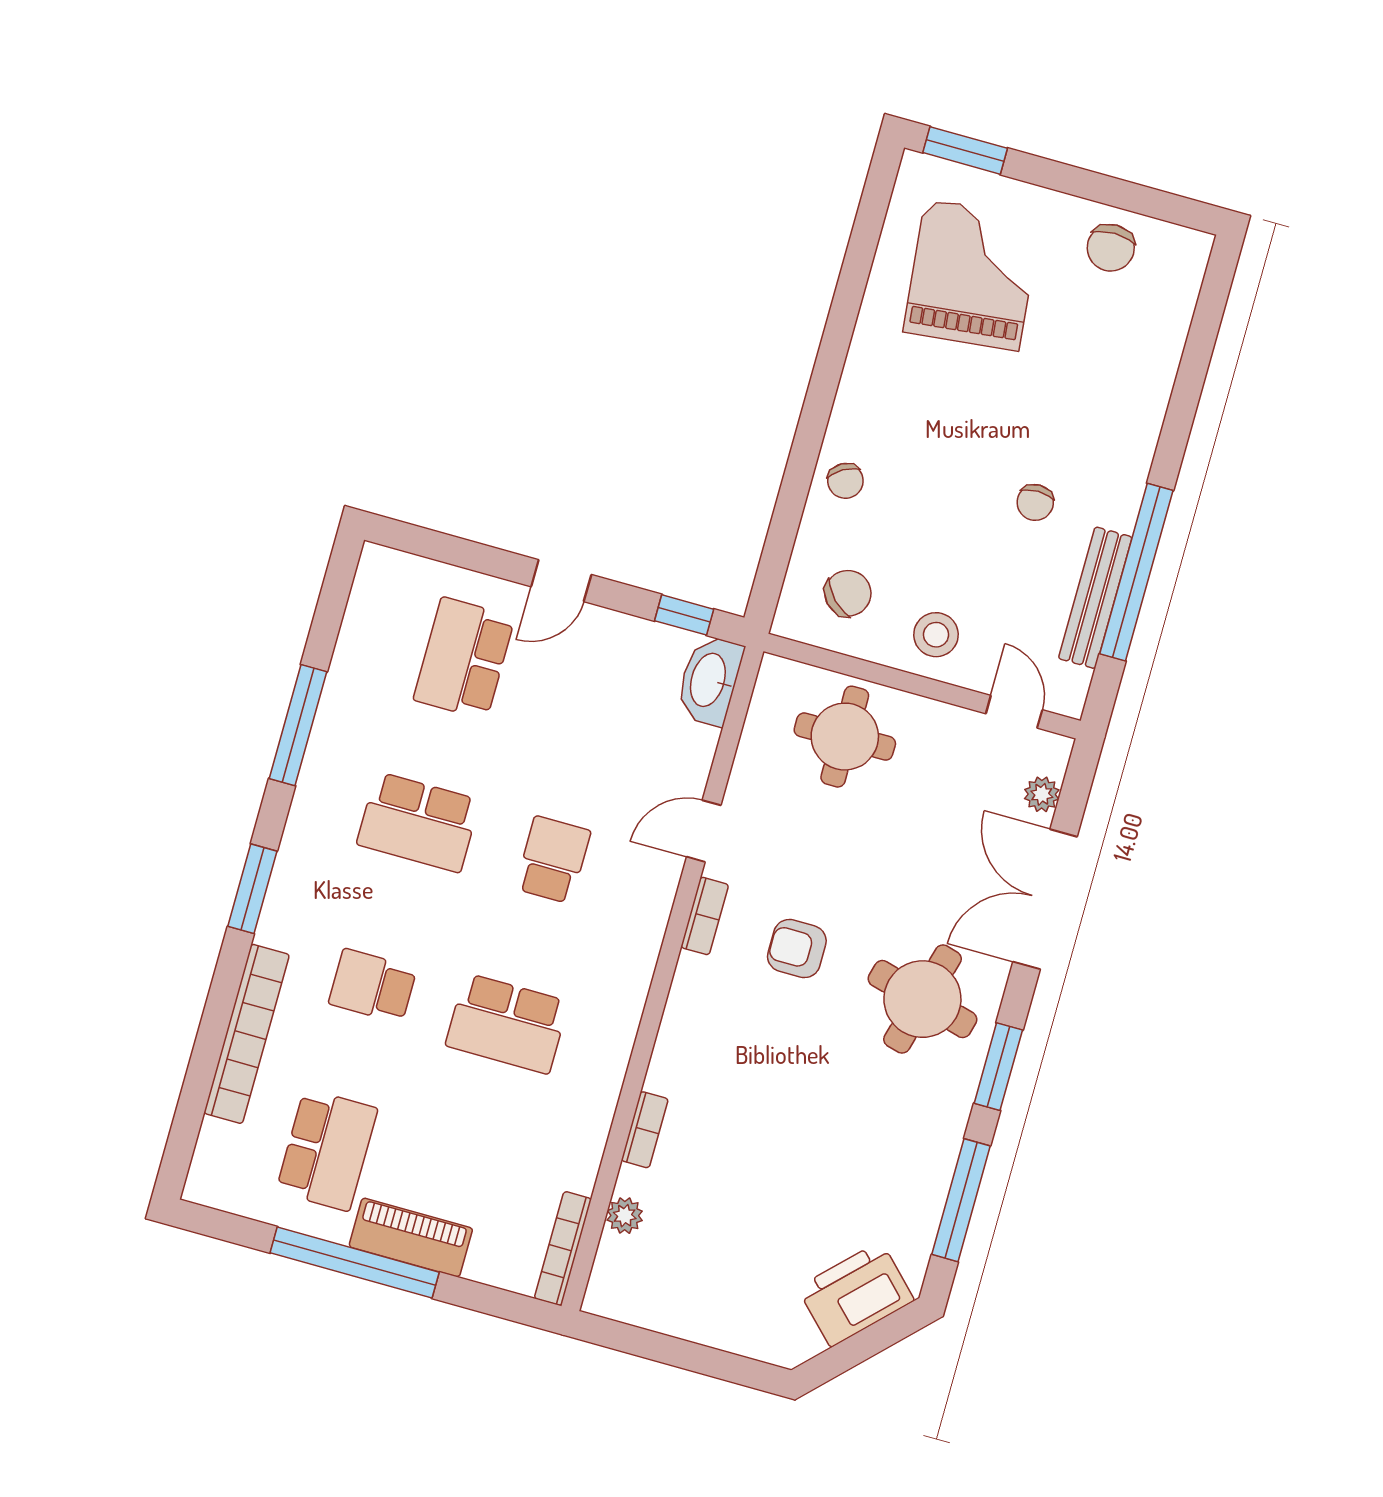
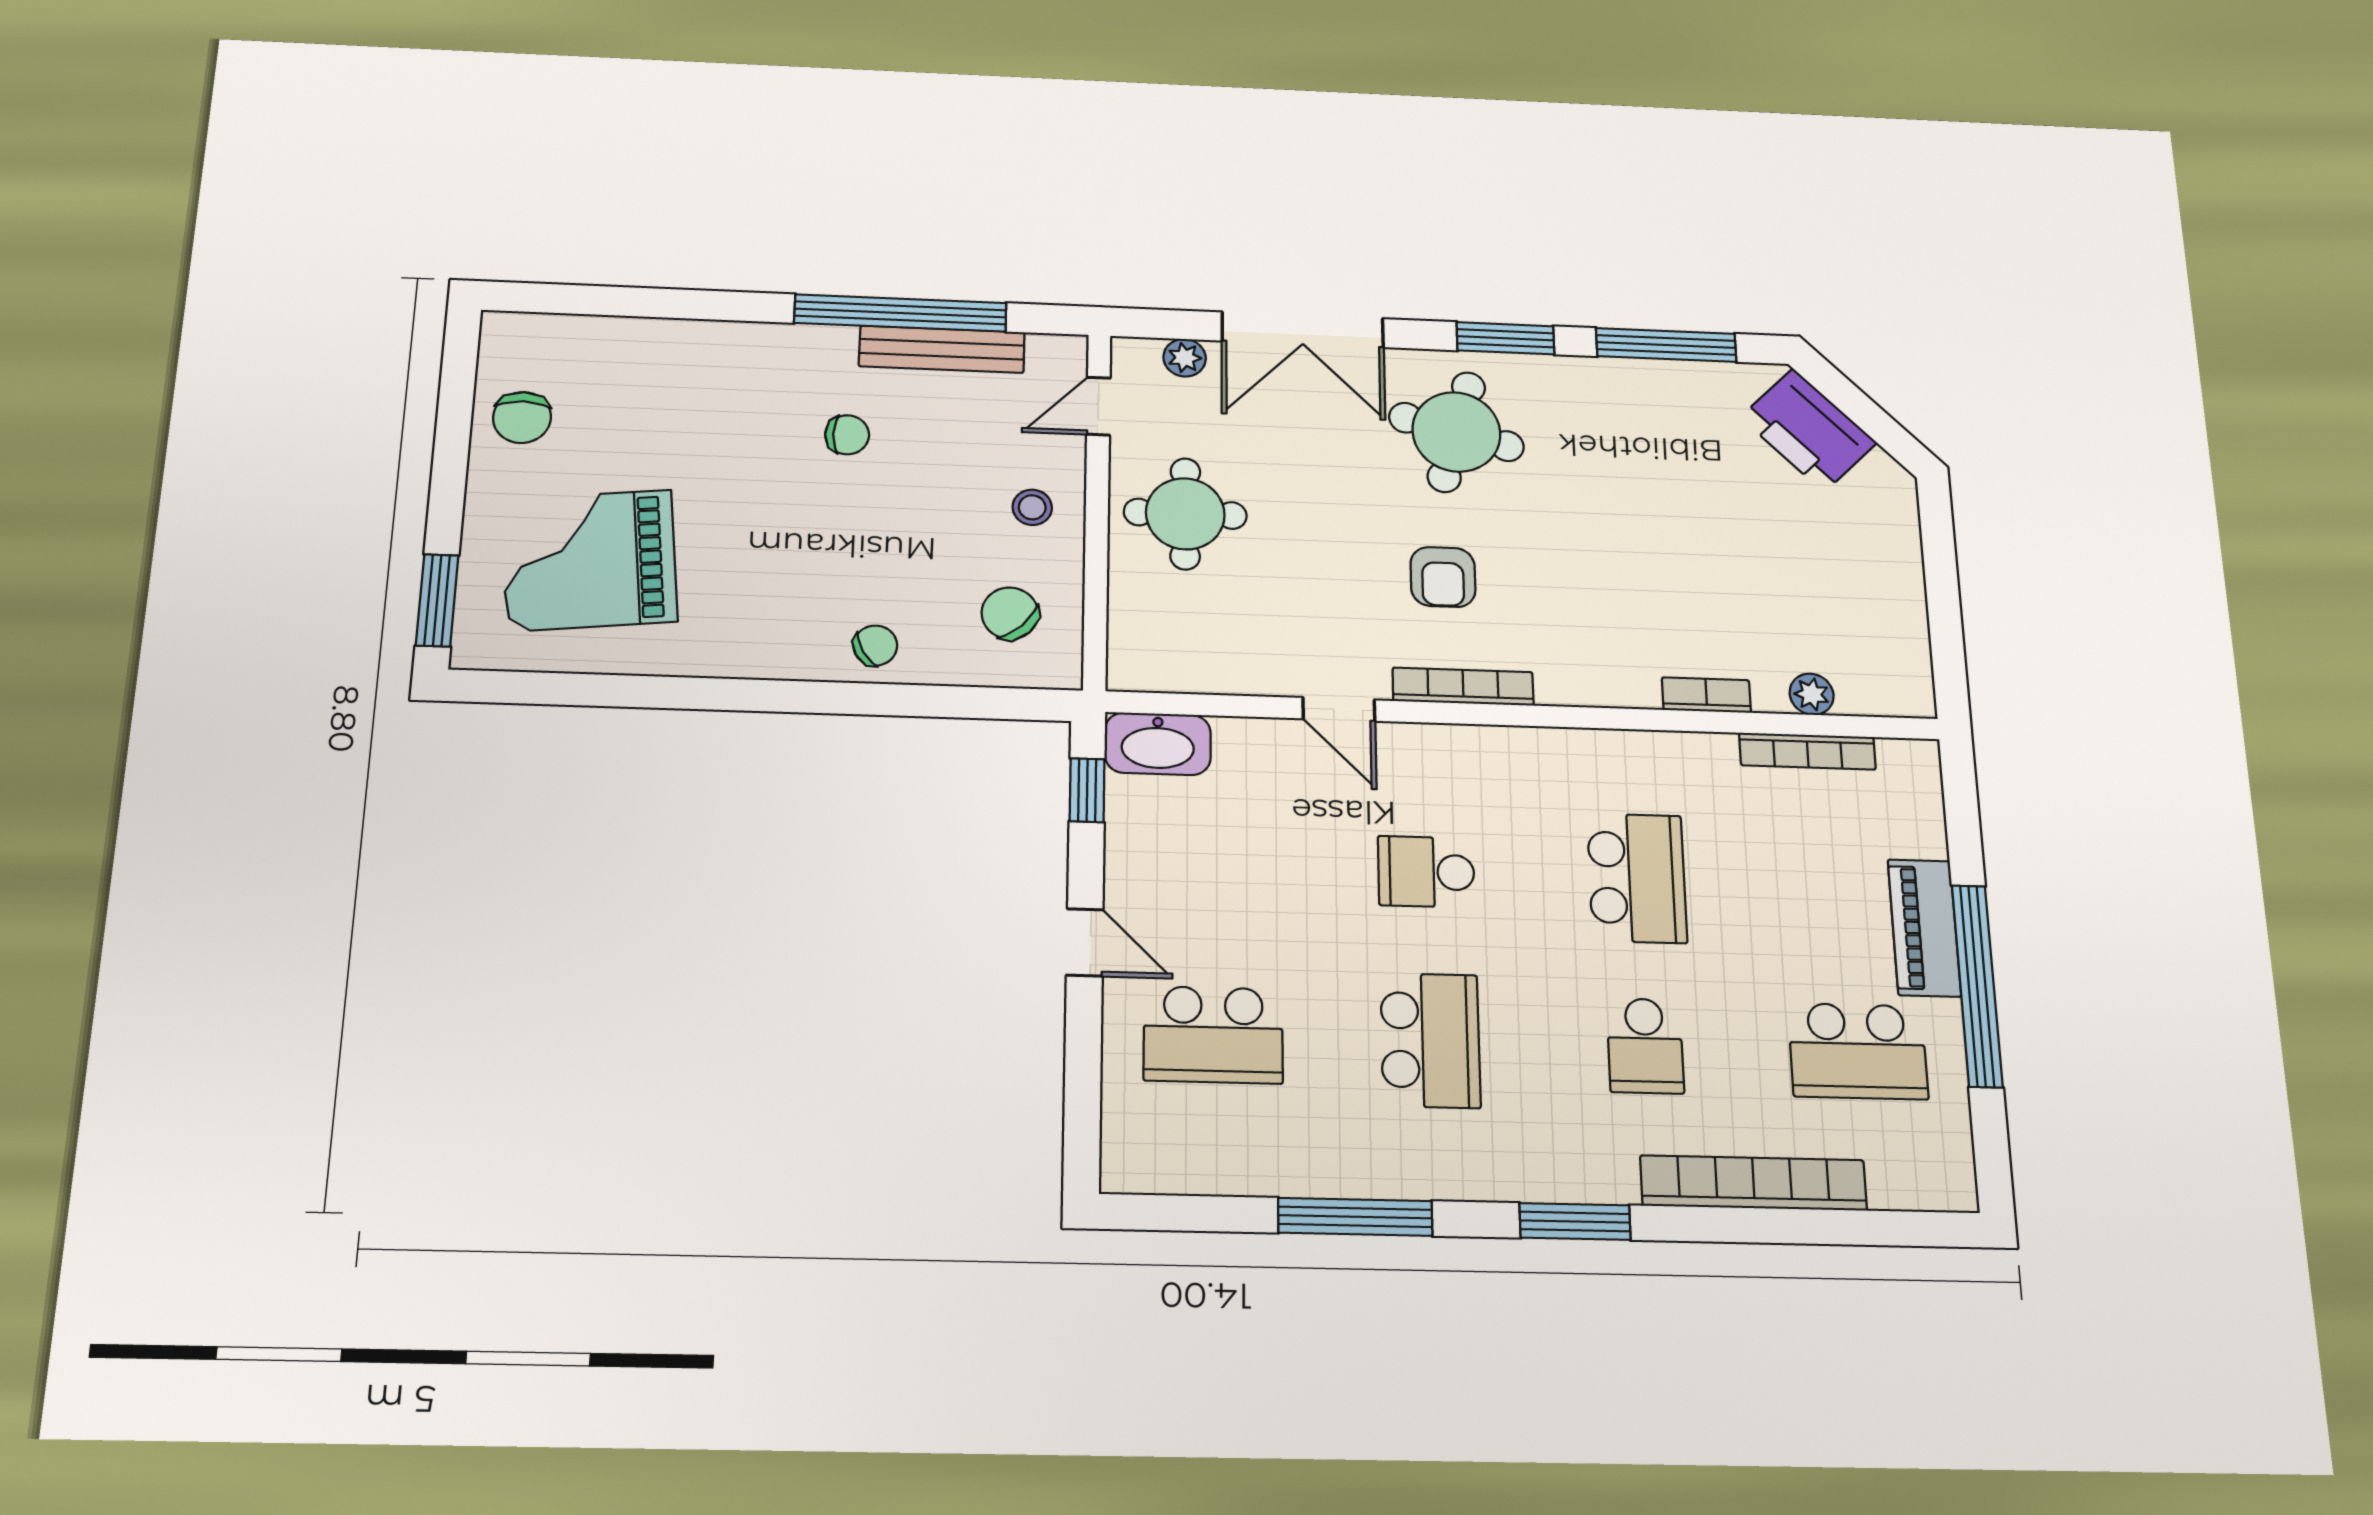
chair: (1111, 248) -> (522, 417), turned 90
stool: (936, 635) -> (1032, 507), width x0.73, depth x0.73
round table: (845, 737) -> (1185, 514), moved
bookcase: (705, 916) -> (1463, 687), width x1.56
school desk: (327, 1150) -> (1858, 1051), turned 180
bookcase: (563, 1249) -> (1807, 751), moved

